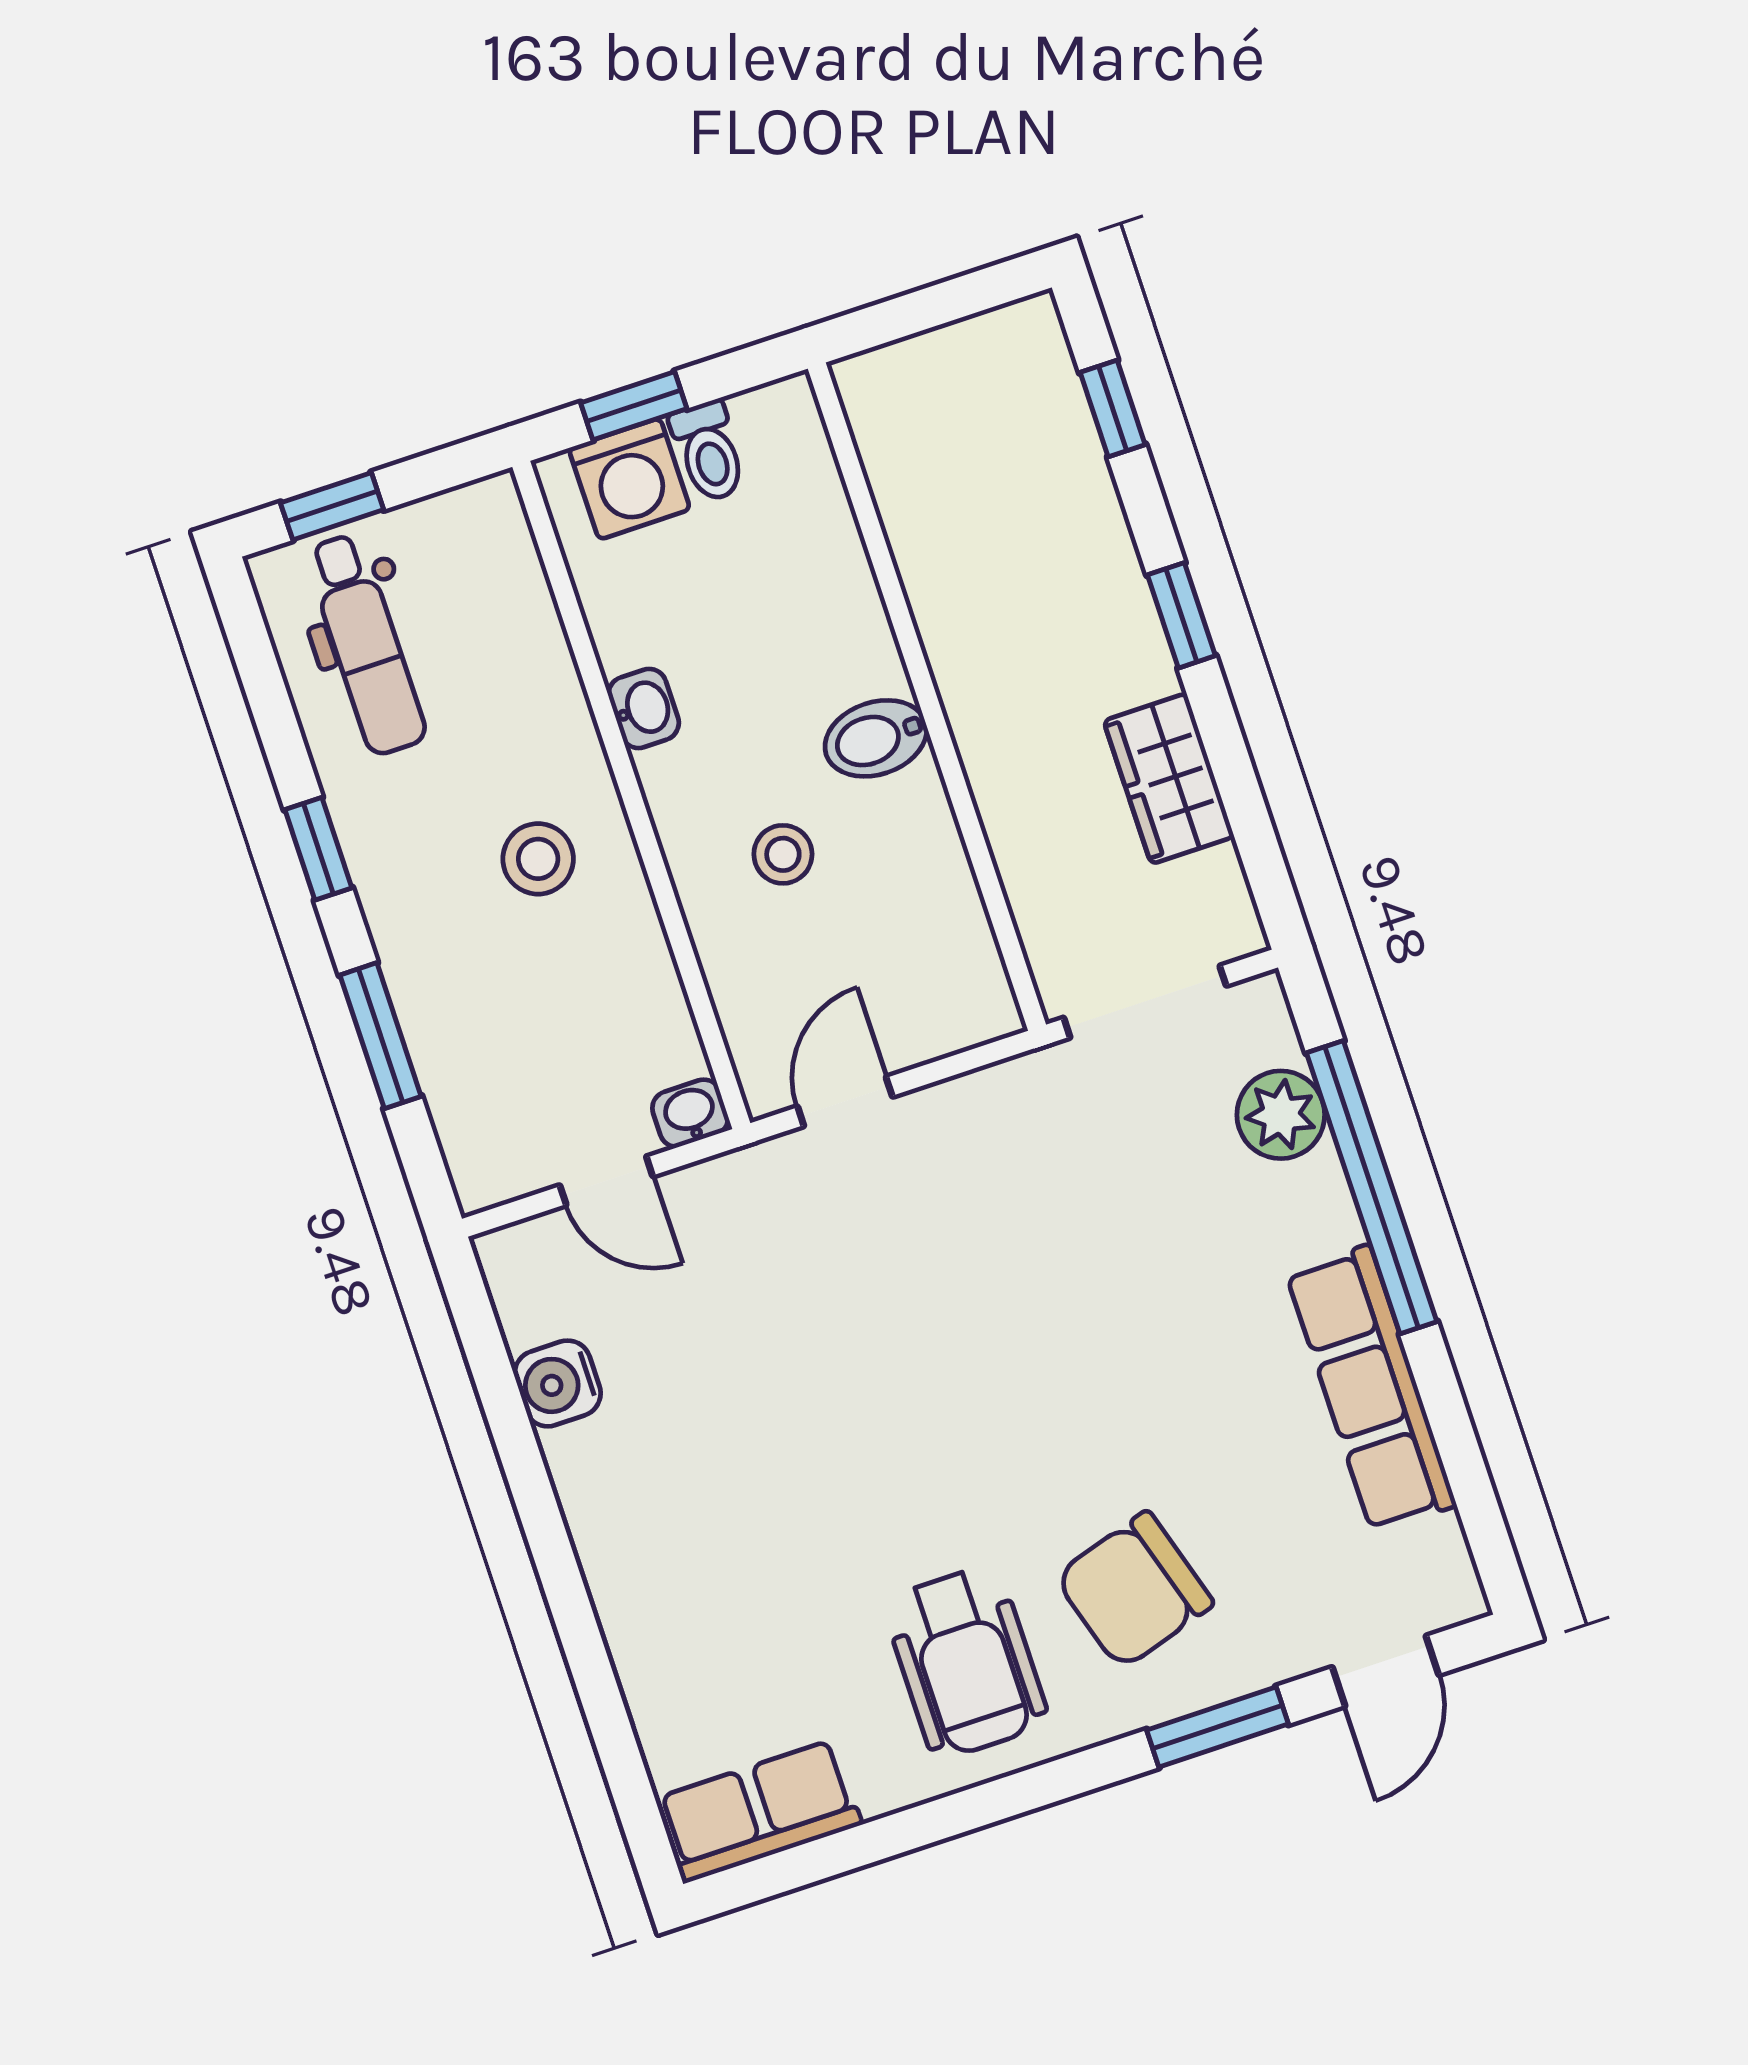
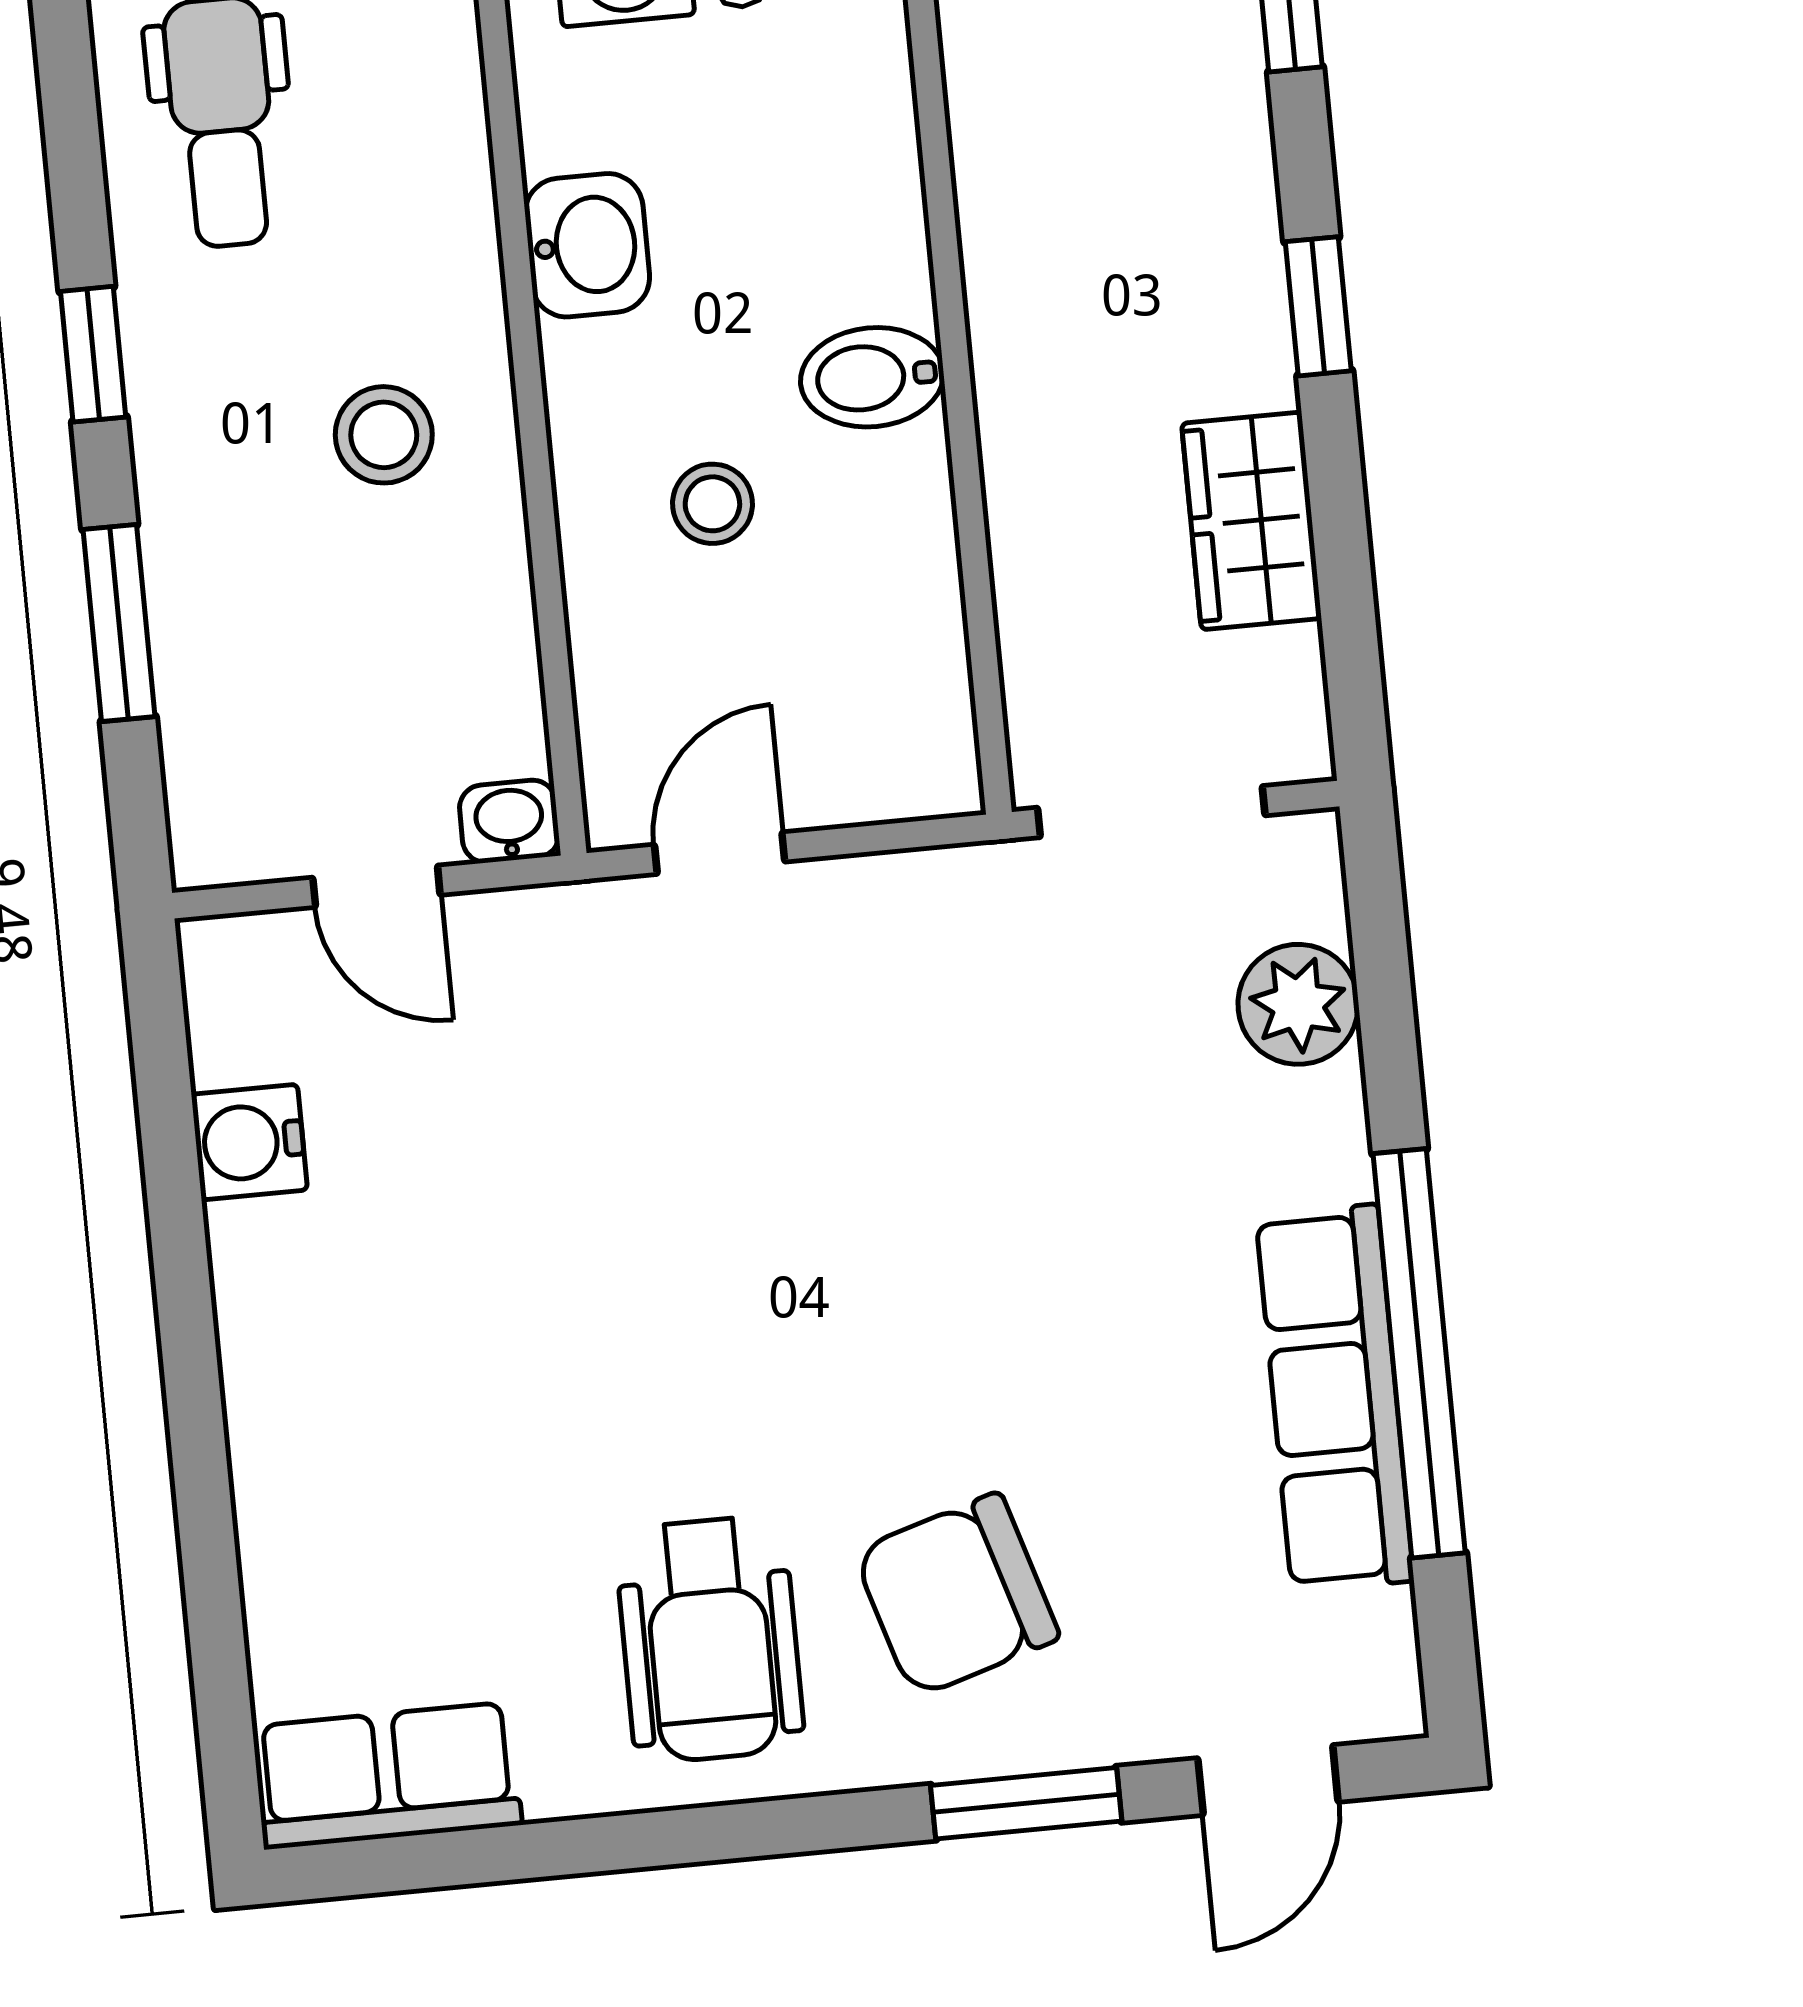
washbasin: (644, 708) -> (587, 245), width x1.38, depth x1.45
window: (1372, 1187) -> (1419, 1353), moved

